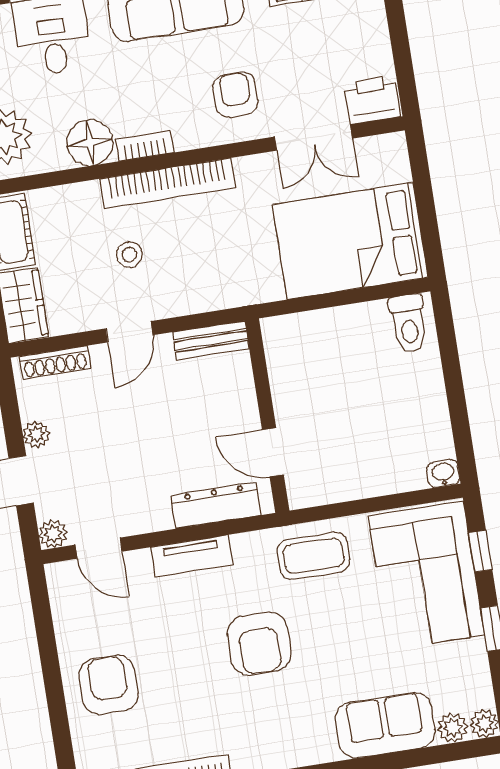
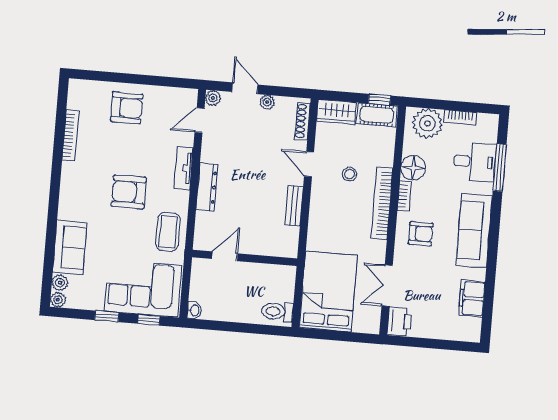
armchair: (235, 95) -> (421, 234), moved
wall: (267, 416) -> (245, 258), moved
door: (273, 452) -> (225, 256), moved

